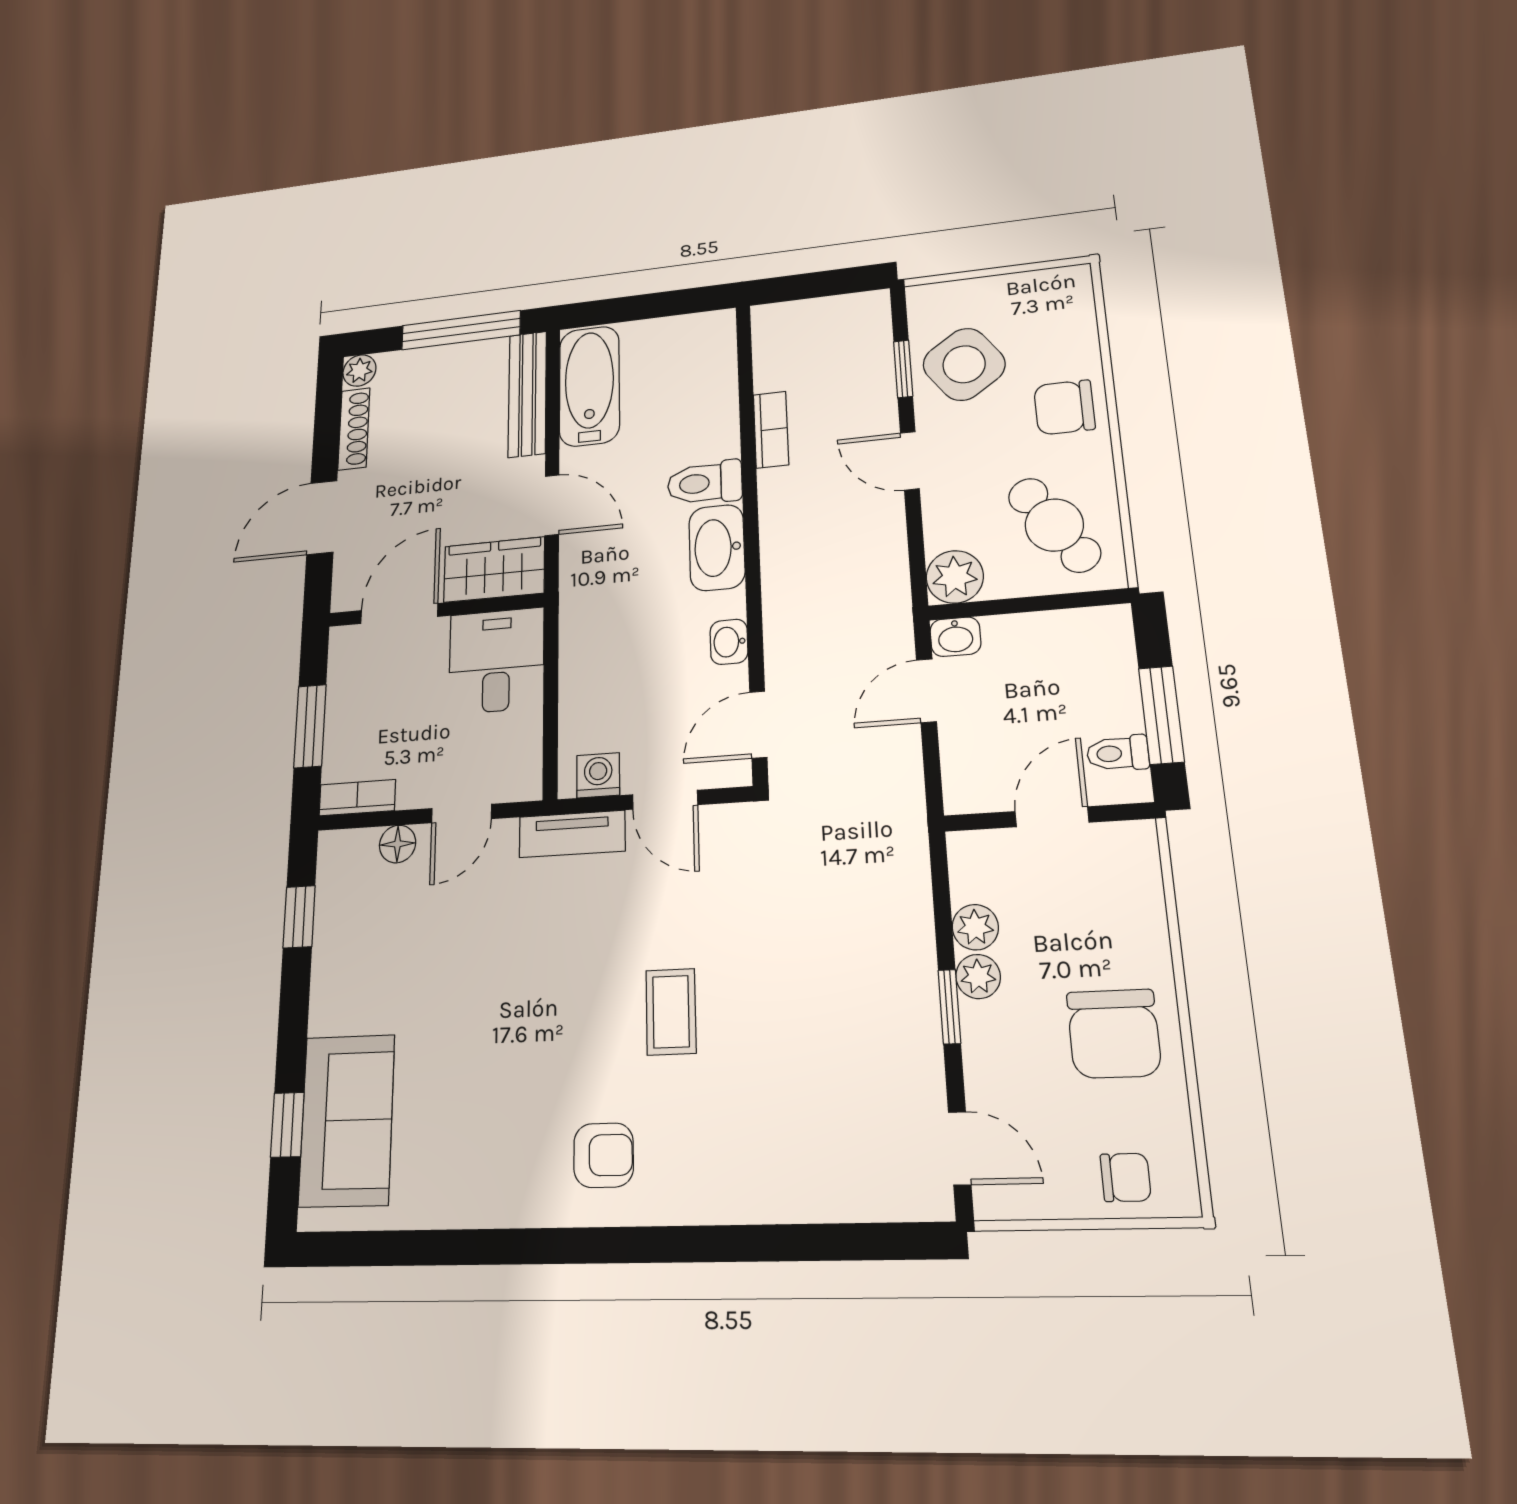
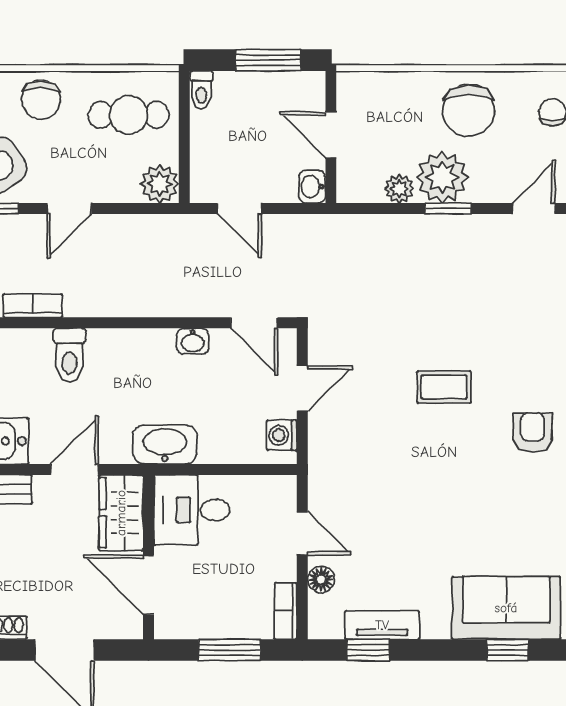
cafe table: (1054, 525) -> (129, 115), turned 33
washbasin: (717, 548) -> (165, 444), moved, turned 180
washbasin: (955, 637) -> (312, 187), moved, turned 180
toilet: (1118, 753) -> (201, 90), moved
tv unit: (572, 834) -> (382, 625), moved, turned -90
plant: (978, 977) -> (442, 177), width x1.87, depth x1.87
chair: (1114, 1034) -> (469, 110), turned 90

